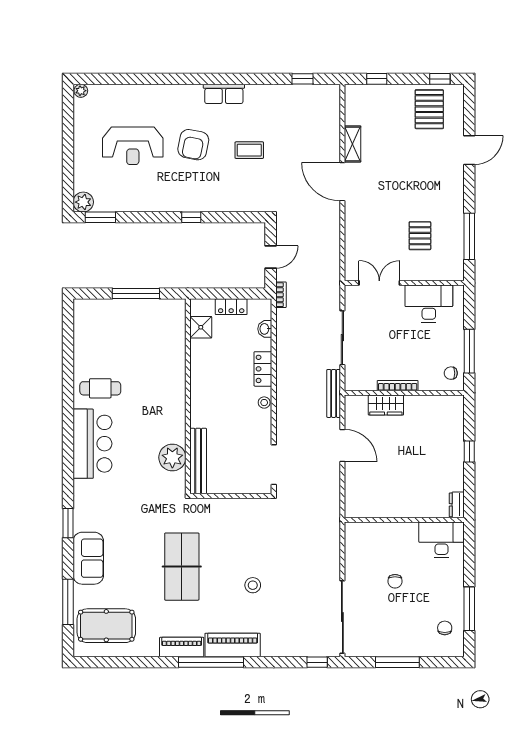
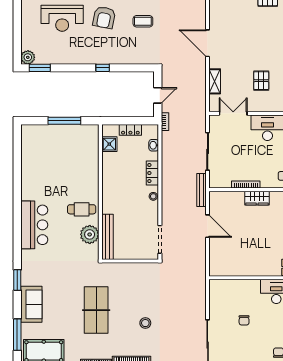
shelving: (353, 144) -> (215, 81), moved
cafe table: (100, 388) -> (82, 209), moved
wardrobe: (386, 405) -> (257, 198), moved

